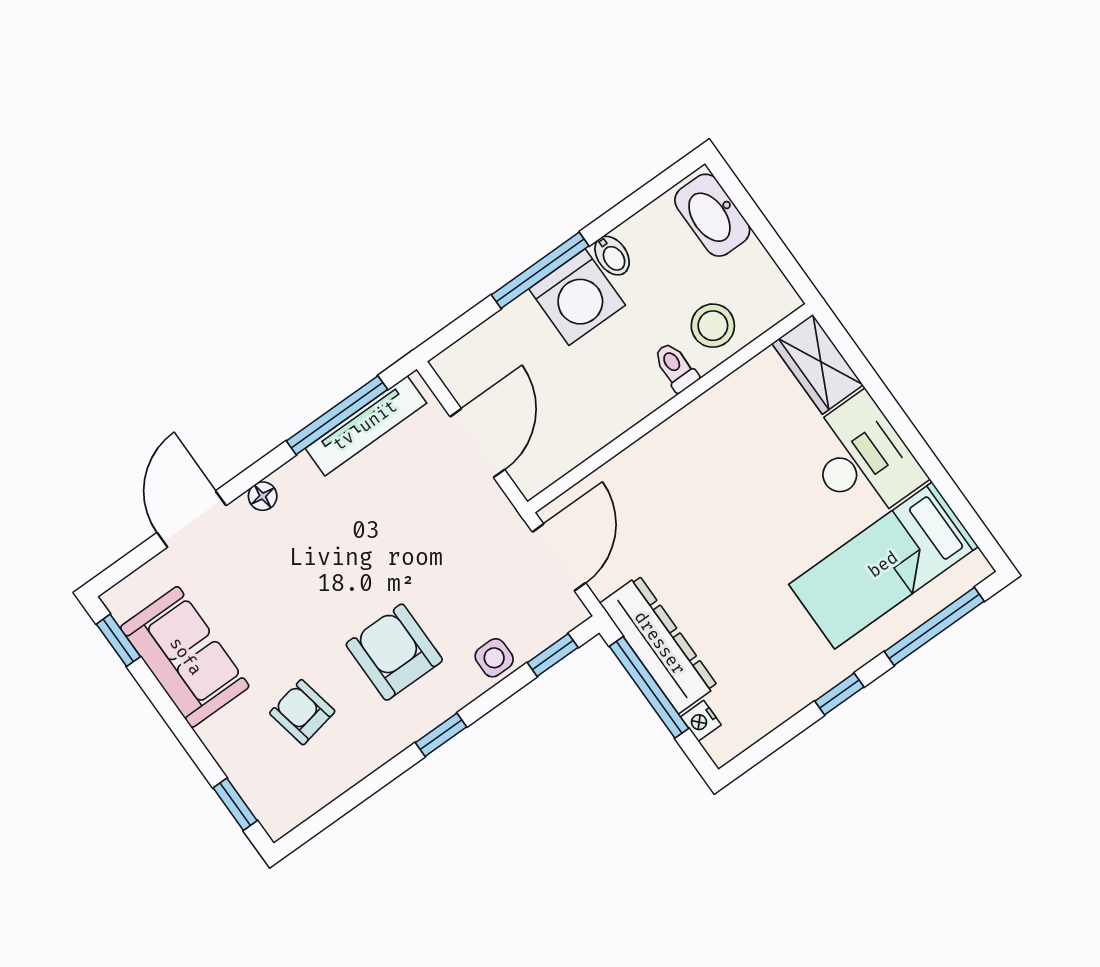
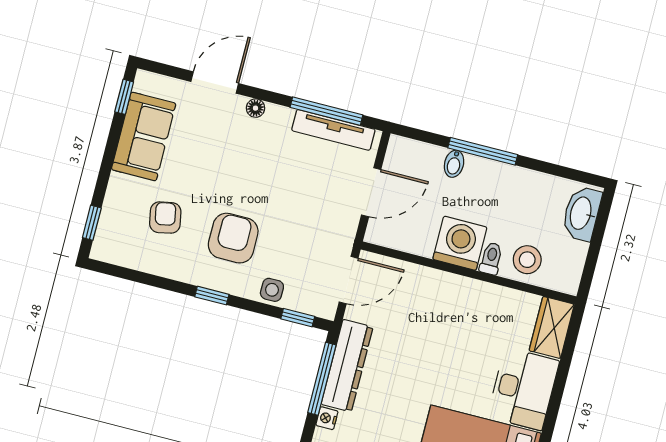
bidet: (612, 256) -> (454, 164), moved
washing machine: (577, 297) -> (460, 243), moved, turned 180

